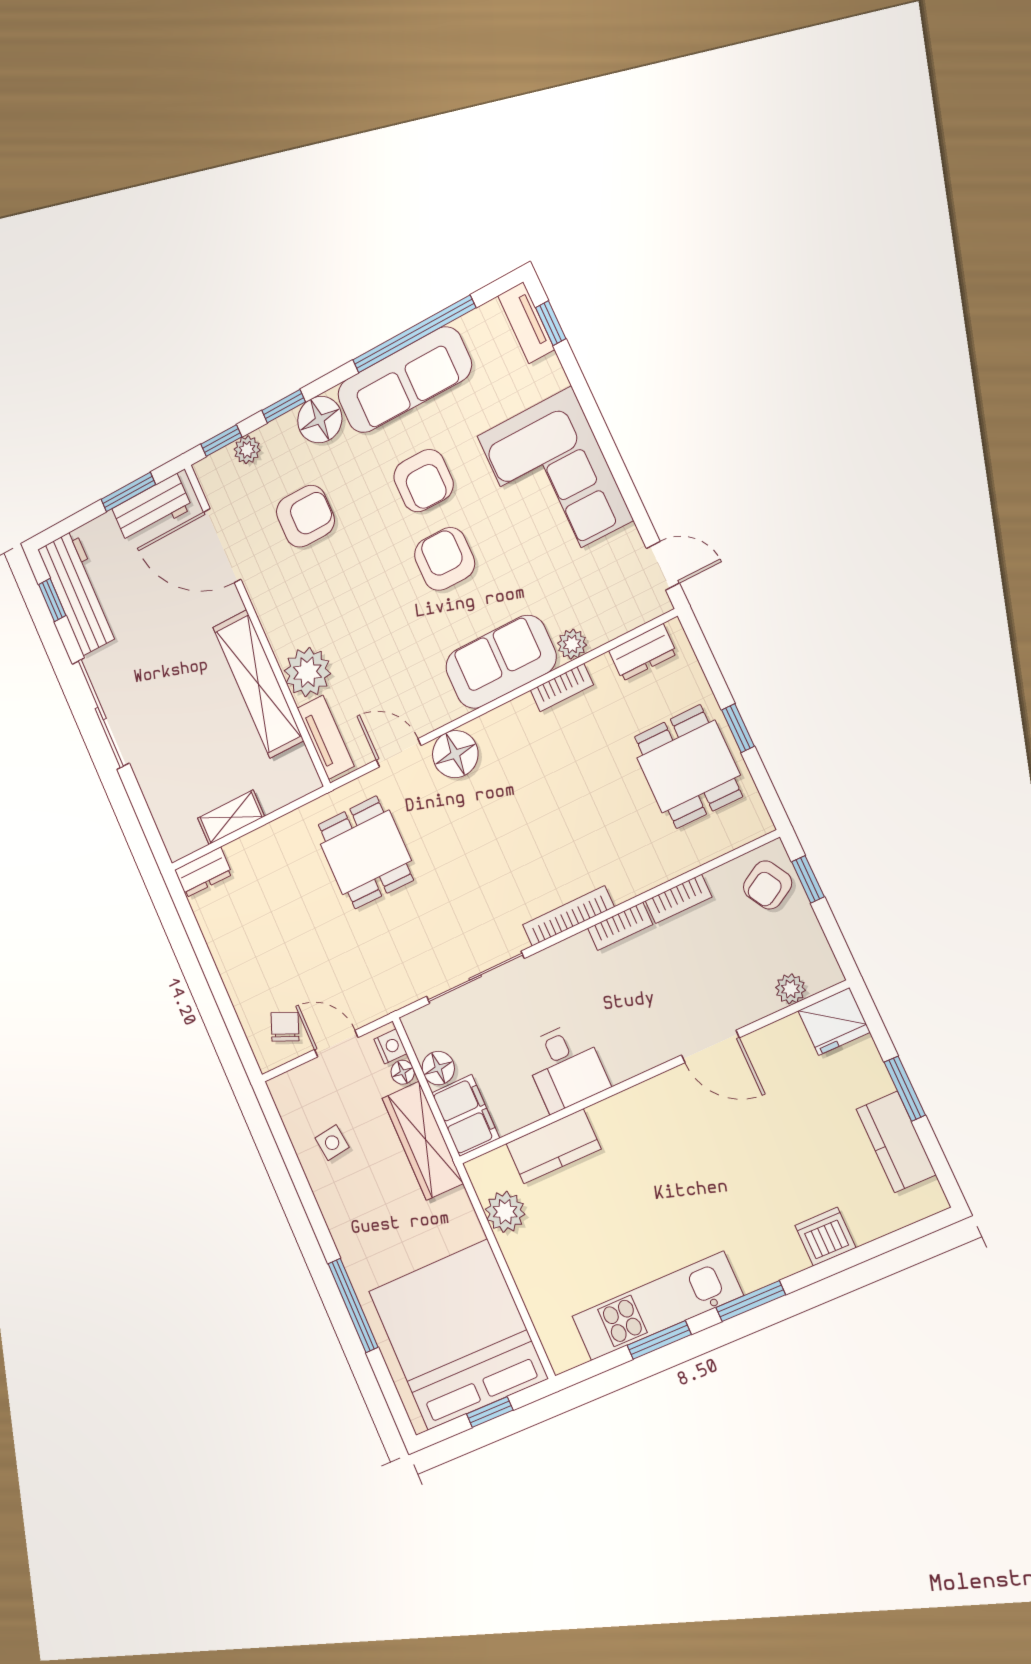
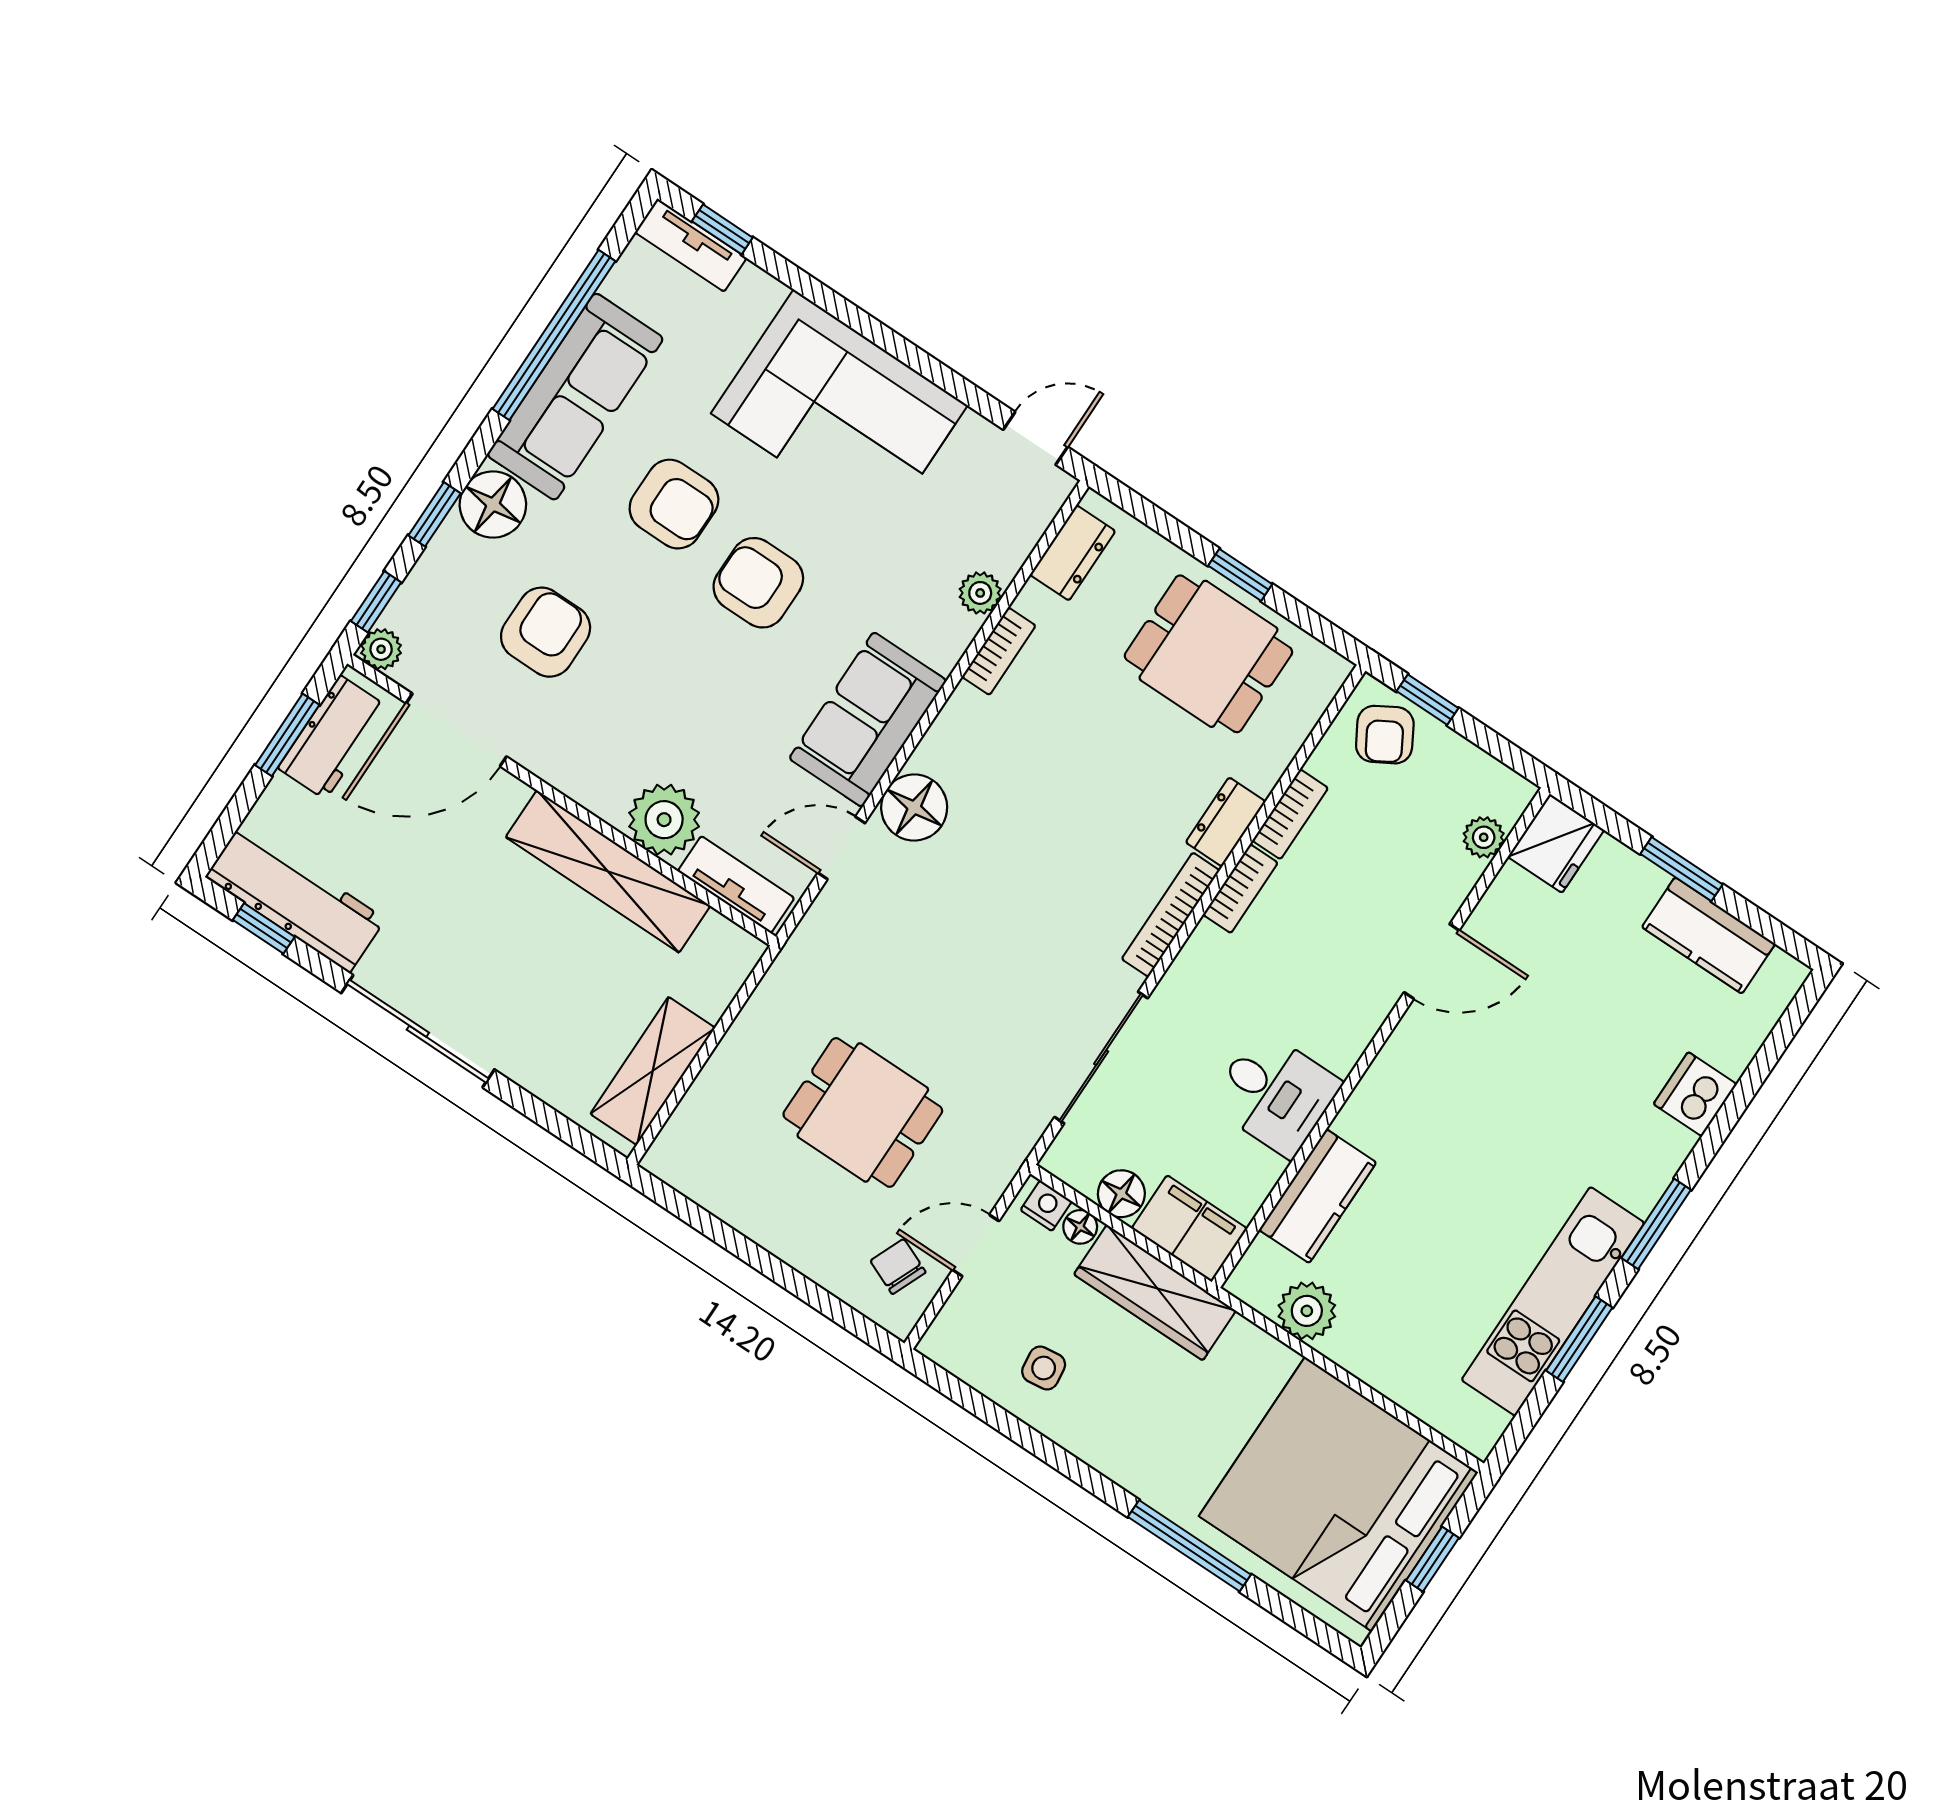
plant: (247, 450) -> (381, 649), moved
sofa: (501, 662) -> (868, 720), moved
shelving: (231, 817) -> (653, 1071), width x1.50, depth x1.33
dining table: (366, 852) -> (863, 1112), moved
dresser: (203, 872) -> (1226, 822), moved, turned 180

